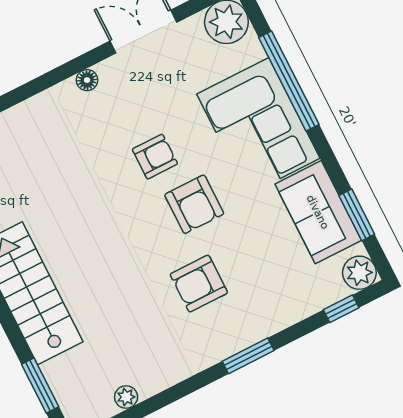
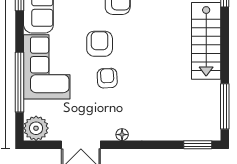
armchair: (155, 157) -> (107, 78), turned 87

